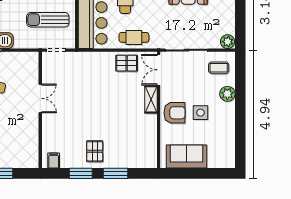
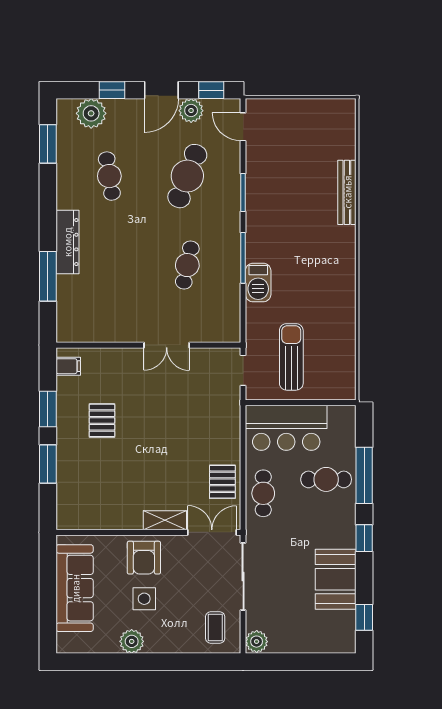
plant: (227, 94) -> (132, 641), moved
pallet: (95, 151) -> (102, 420), moved, turned 90
sofa: (186, 157) -> (75, 588), width x1.36

